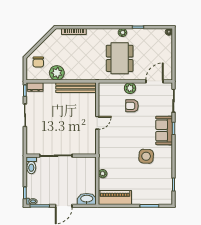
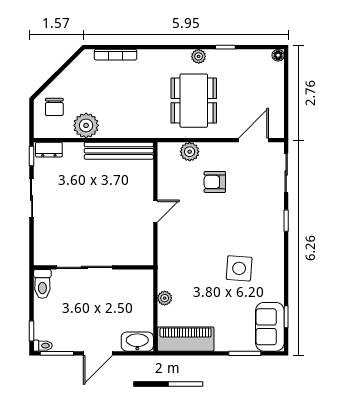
plant: (130, 88) -> (190, 152), moved
sofa: (164, 130) -> (270, 327), moved

